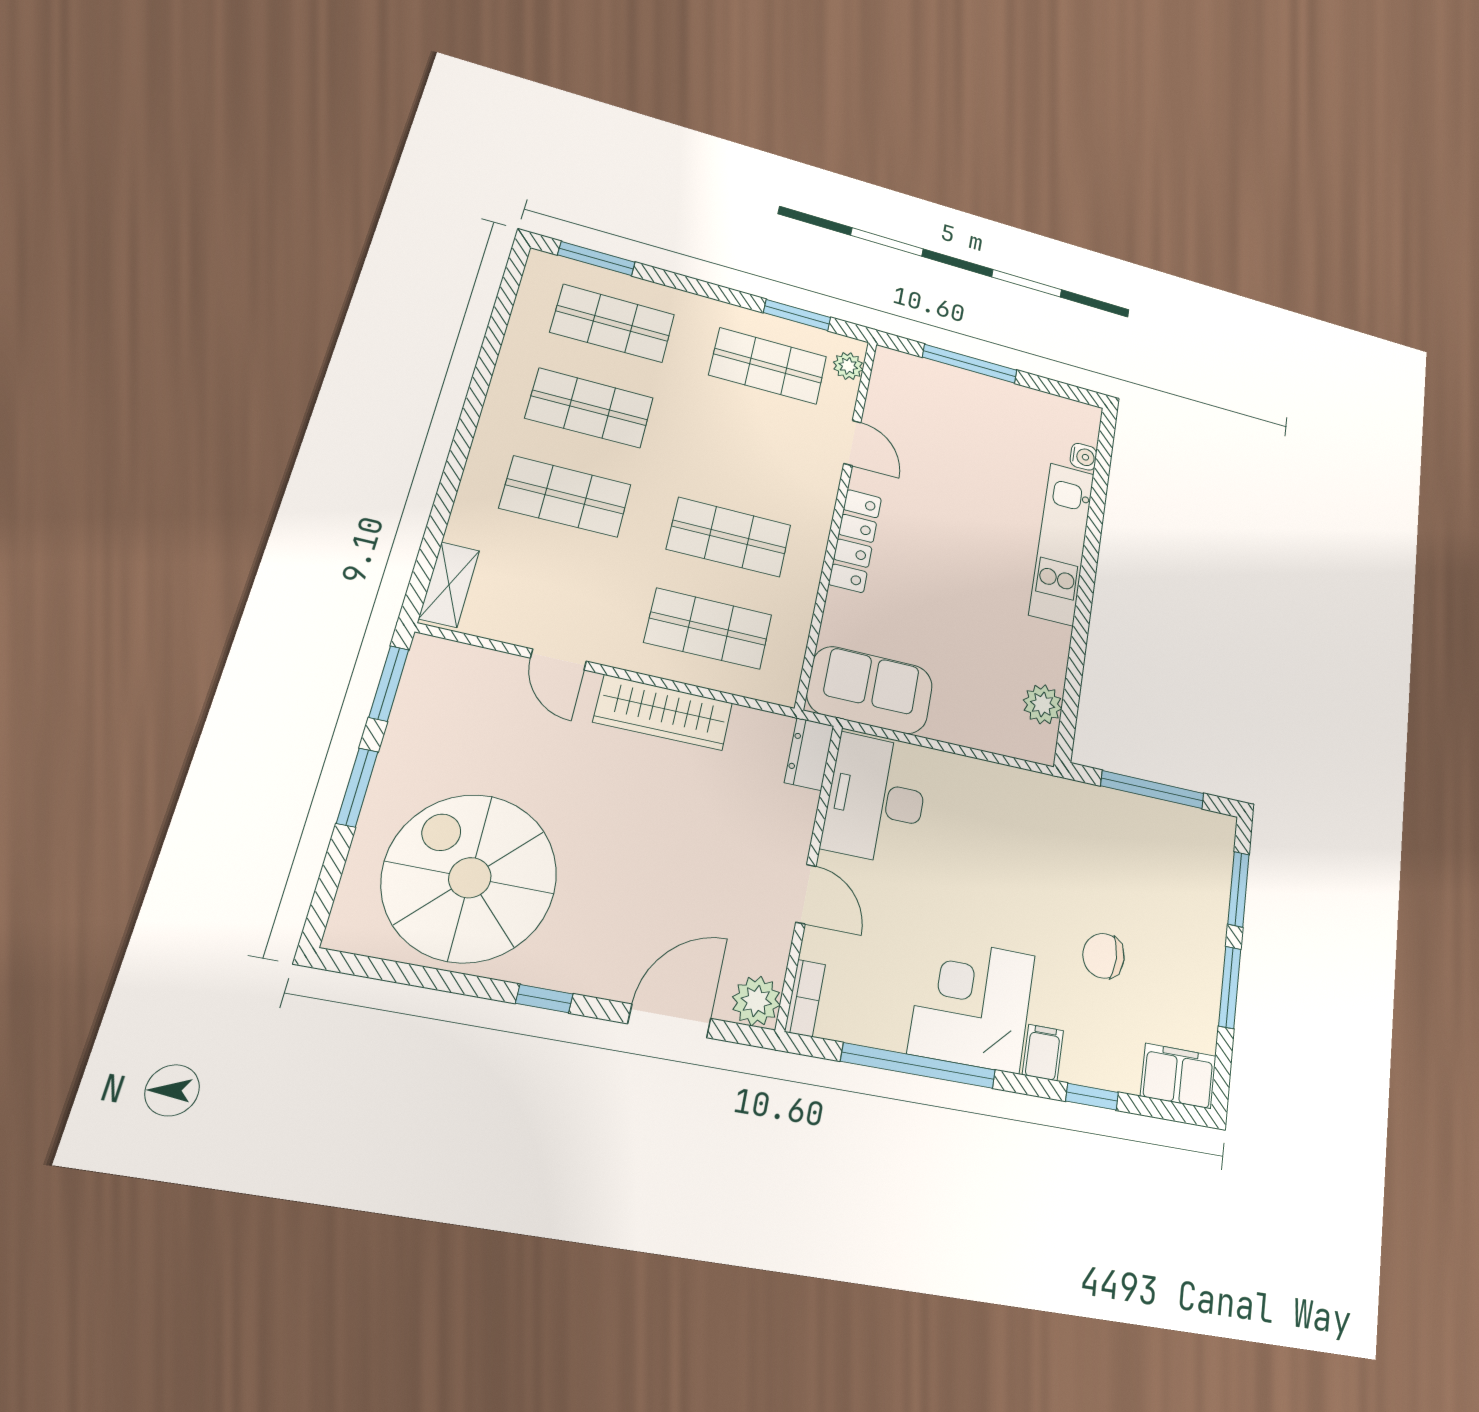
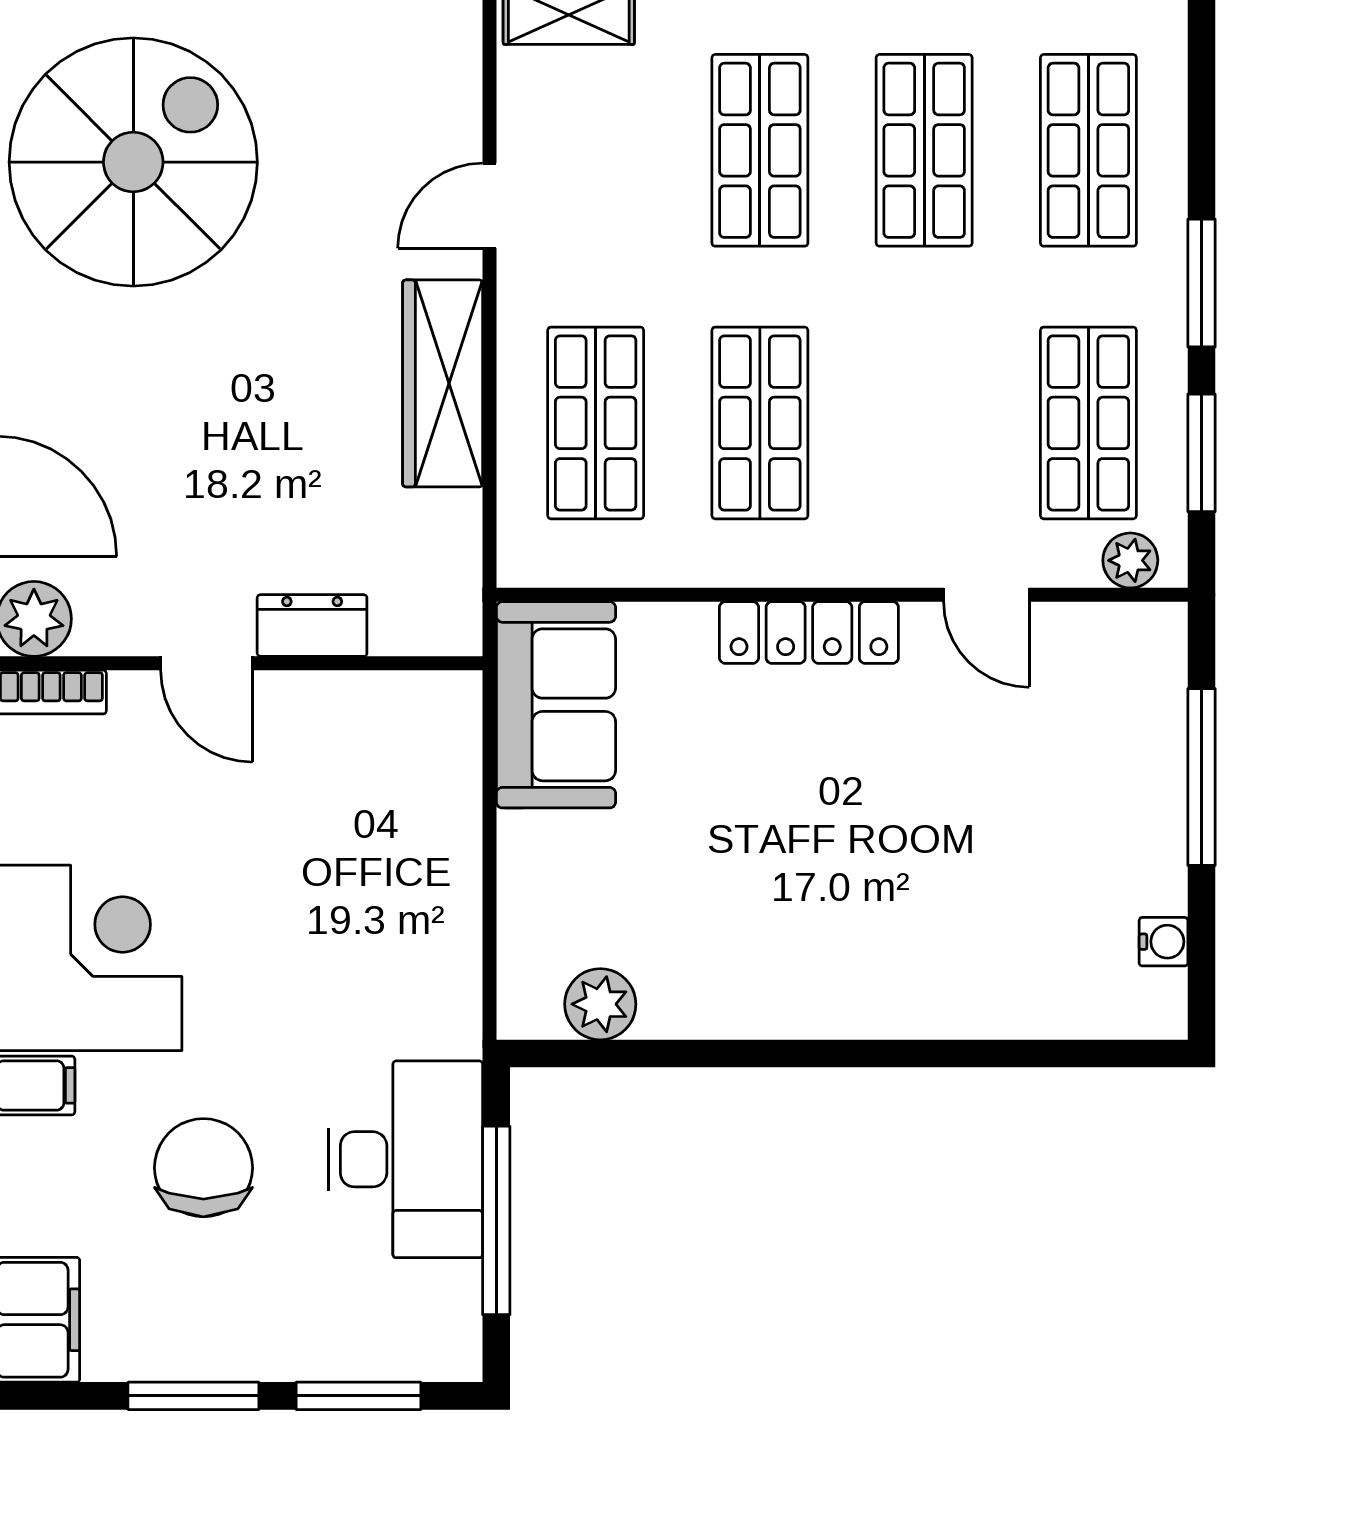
window: (596, 258) -> (1201, 283), moved
door: (852, 443) -> (986, 595), hinge flipped
water cooler: (1083, 457) -> (1163, 942), moved, turned -90
kitchen unit: (1062, 543) -> (901, 998), removed
dresser: (809, 754) -> (312, 626), moved
desk: (876, 799) -> (405, 1159), moved, turned 90
door: (806, 894) -> (207, 663), hinge flipped
chair: (1104, 956) -> (203, 1168), width x1.37, depth x1.37

